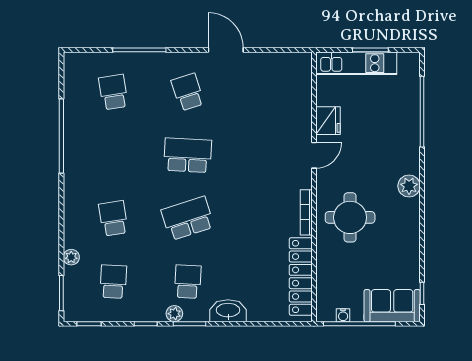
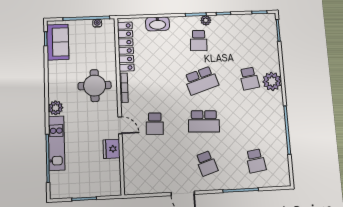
kitchen unit: (356, 63) -> (57, 143), moved, turned 90
door: (314, 155) -> (120, 125), swing flipped
plant: (71, 257) -> (272, 81), moved, width x1.88, depth x1.88
school desk: (113, 282) -> (155, 124), moved
sofa: (392, 306) -> (58, 42), moved, turned -90
washbasin: (228, 311) -> (158, 24), moved

